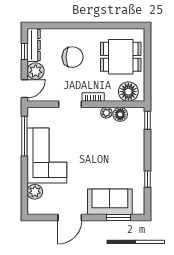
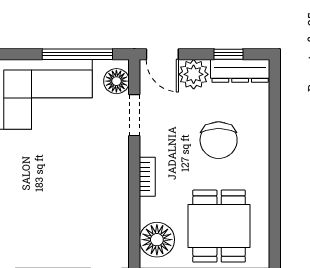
doorway: (70, 104) -> (134, 115), moved
plant: (106, 113) -> (119, 200), removed
floor lamp: (120, 114) -> (116, 81), moved

